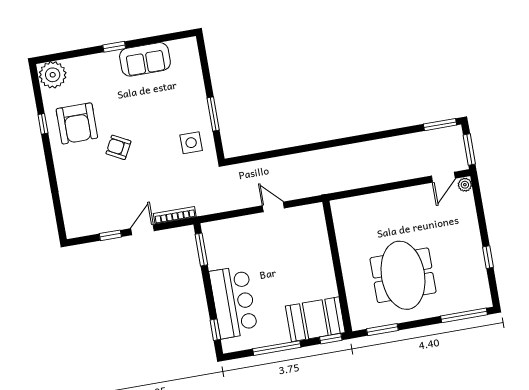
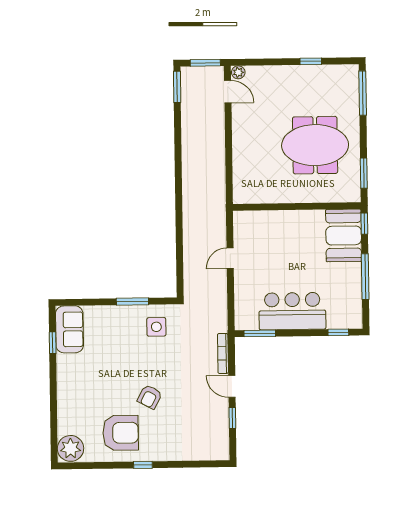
window: (114, 47) -> (53, 343), moved
sofa: (145, 59) -> (69, 329), moved
window: (43, 124) -> (143, 465), moved
bar counter: (233, 302) -> (292, 311), moved

